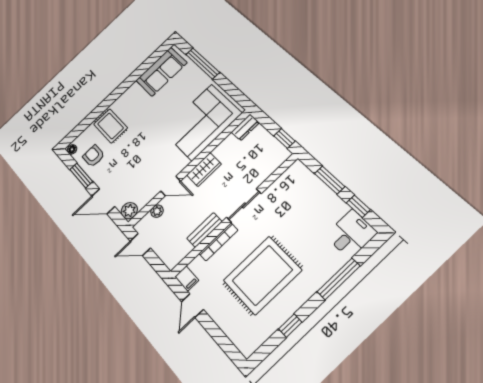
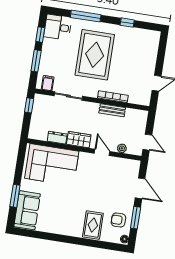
window: (203, 63) -> (15, 196), width x0.69
sofa: (161, 72) -> (27, 210), moved, turned 90
dresser: (245, 127) -> (57, 138), moved
armchair: (94, 156) -> (118, 220), turned 90
sliding door: (244, 206) -> (68, 96), moved
plant: (129, 211) -> (134, 166), removed
rug: (262, 275) -> (95, 55), moved, turned 90
filing cabinet: (187, 278) -> (48, 83), moved

